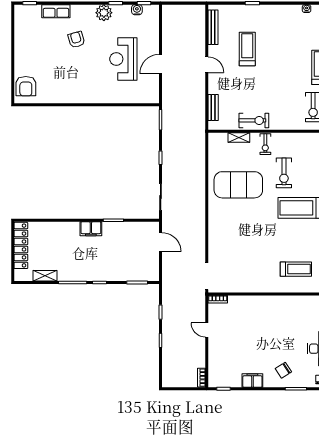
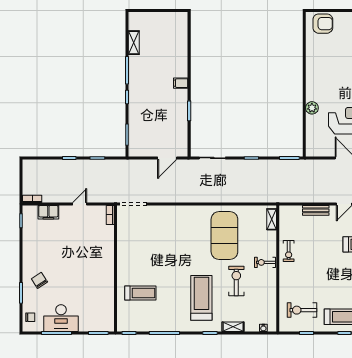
armchair: (26, 86) -> (323, 24), turned 180
plant: (110, 97) -> (312, 108), added
bench: (213, 107) -> (316, 210), moved
exercise bike: (254, 120) -> (289, 251), width x0.73, depth x0.72
shelving: (239, 138) -> (272, 219), moved
exercise bike: (284, 173) -> (236, 281), turned 90
filing cabinet: (91, 229) -> (181, 83), width x0.50
locker: (21, 245) -> (164, 19), removed
treadmill: (296, 269) -> (140, 293), turned -90
filing cabinet: (252, 381) -> (48, 212), moved, turned 90

